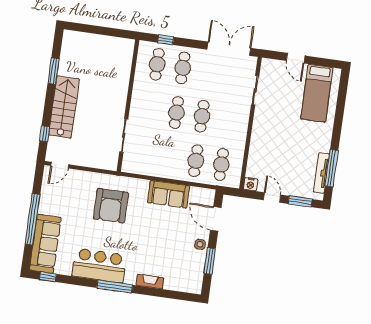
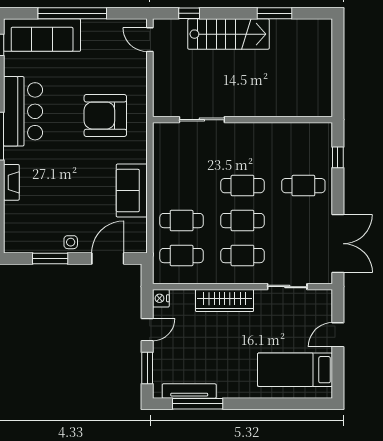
cafe table: (157, 64) -> (242, 256), moved
wardrobe: (259, 138) -> (225, 301), added

